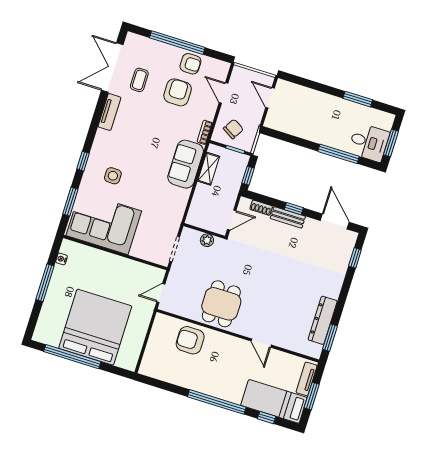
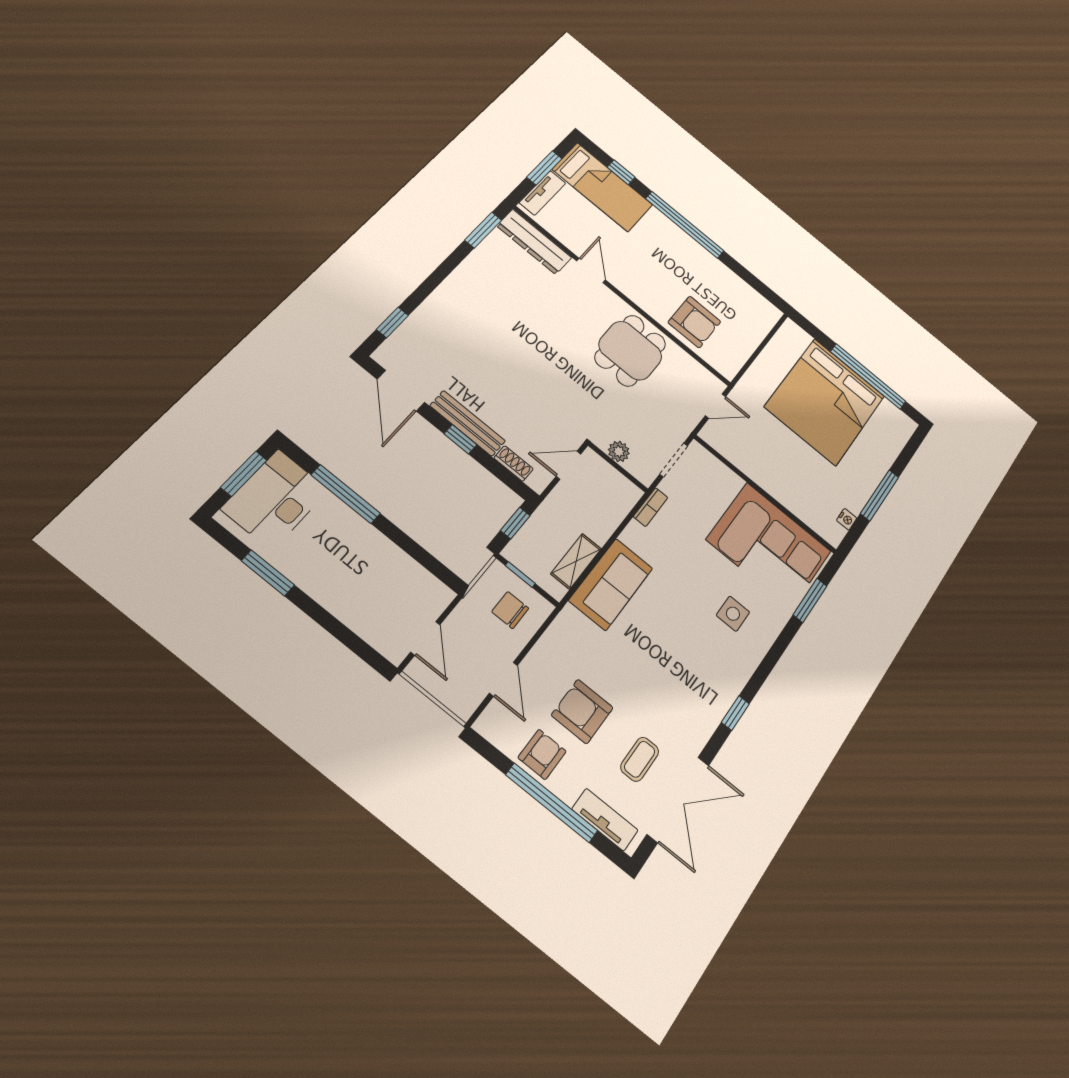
armchair: (190, 64) -> (542, 754), turned 90
armchair: (178, 92) -> (582, 711), turned 90
tv unit: (109, 112) -> (605, 820), moved, turned 90
chair: (233, 129) -> (510, 610), turned 59
bookcase: (205, 132) -> (651, 507), moved
desk: (369, 142) -> (275, 499), width x1.37
window: (83, 161) -> (735, 713), moved
bench: (288, 217) -> (468, 423), width x1.36
dresser: (323, 320) -> (534, 242), moved, turned 90

